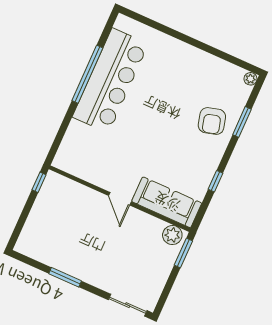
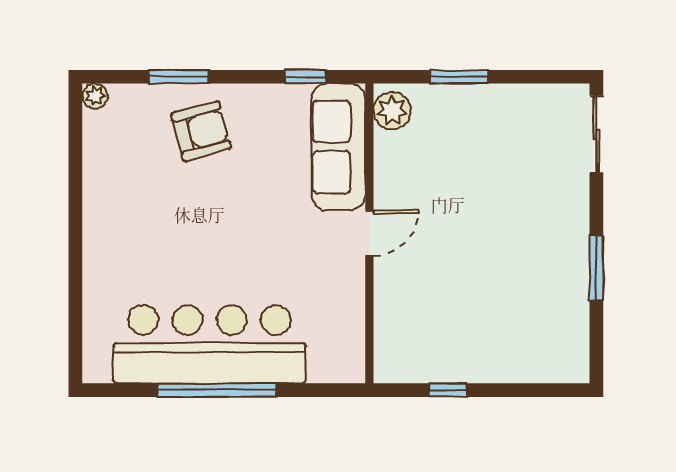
door: (120, 199) -> (369, 233), moved
wall: (120, 199) -> (369, 233), moved
sofa: (167, 202) -> (338, 147), moved
plant: (172, 235) -> (392, 111), moved

